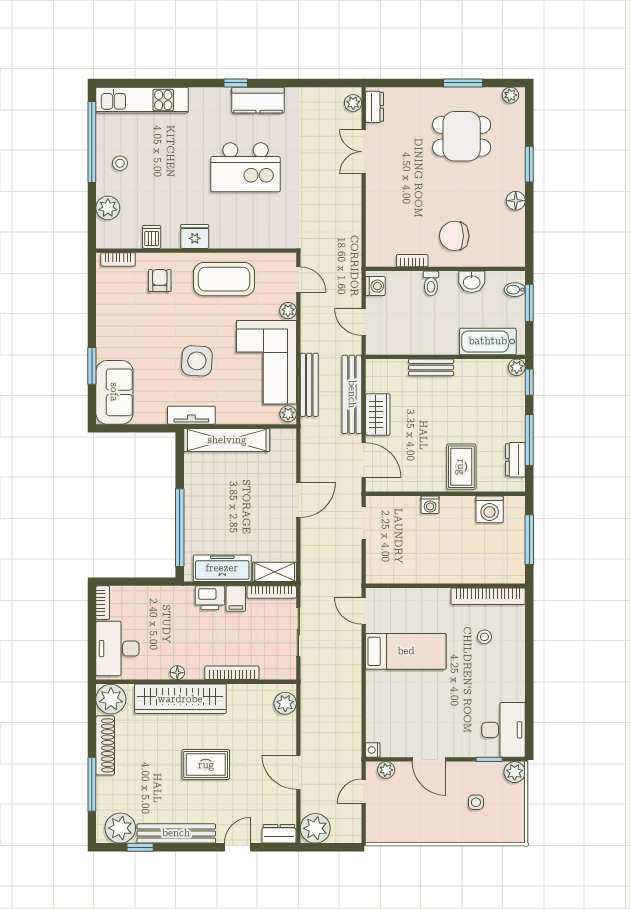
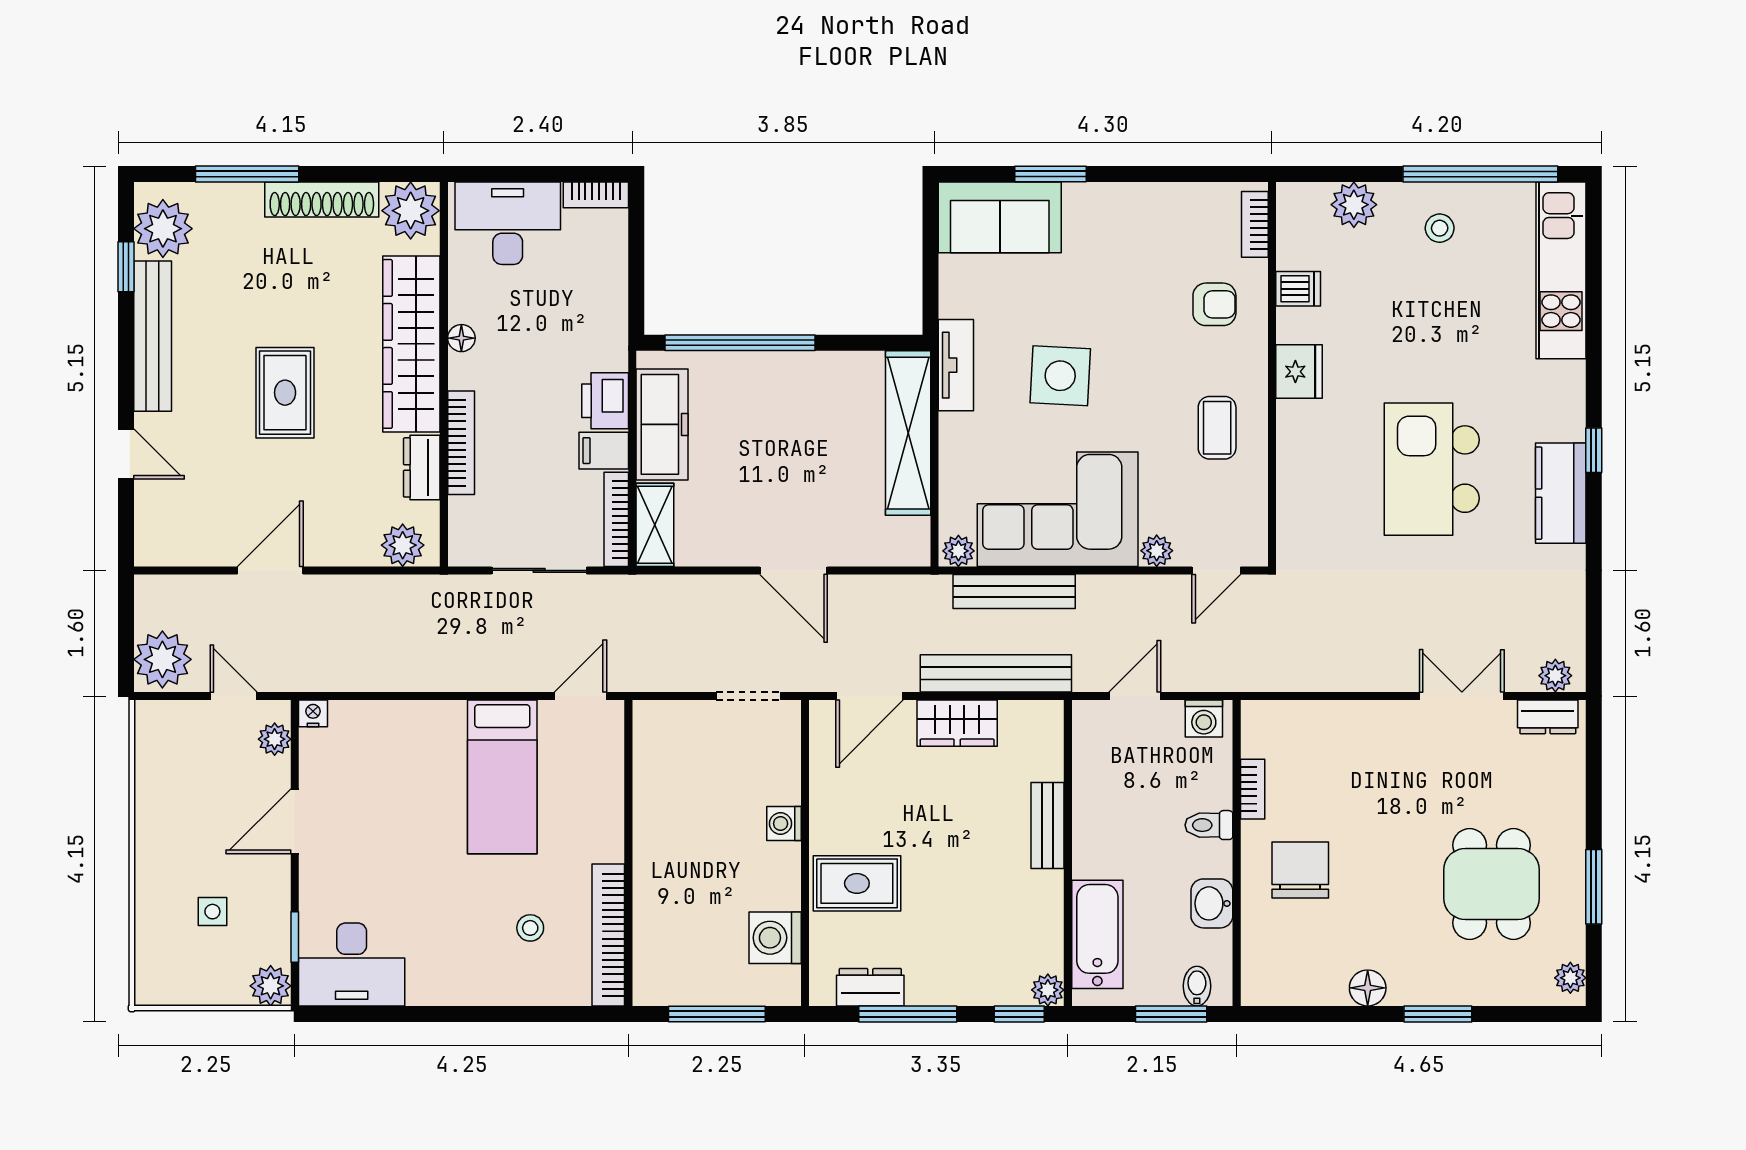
coffee table: (224, 279) -> (1217, 428), width x0.54, depth x0.58
plant: (315, 828) -> (162, 659), moved
dresser: (279, 834) -> (422, 467), moved, turned 180

